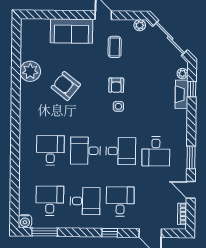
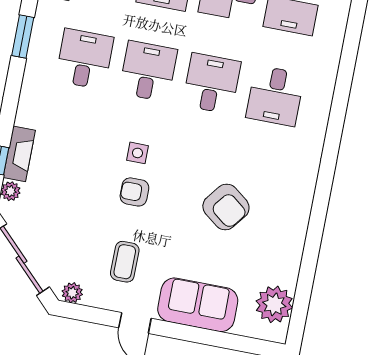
plant: (30, 71) -> (274, 304), moved
armchair: (116, 85) -> (134, 192), turned -90
desk: (86, 151) -> (212, 84), turned -90
desk: (121, 151) -> (148, 71), turned 90

